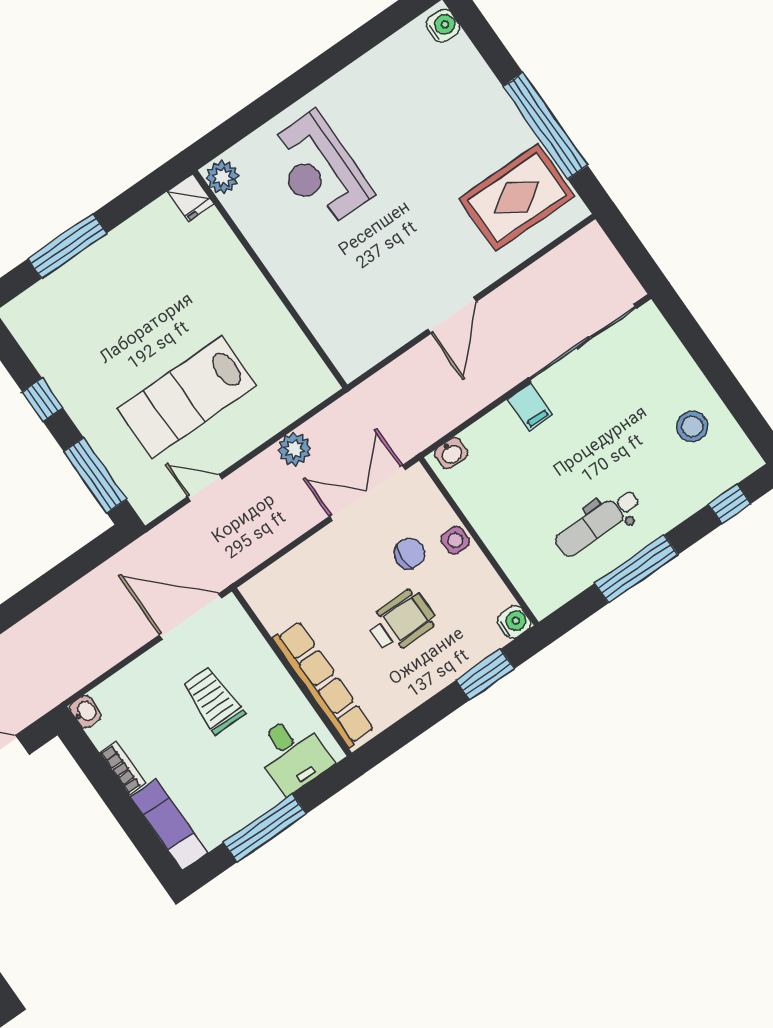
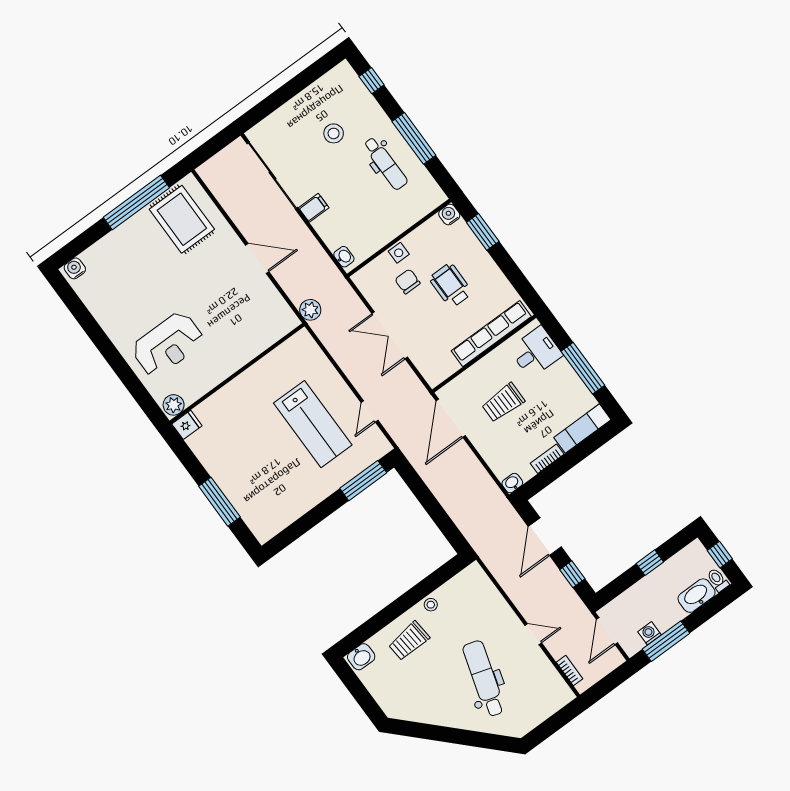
window: (43, 400) -> (317, 515), removed
stool: (692, 426) -> (334, 133), moved
plant: (294, 449) -> (310, 310), moved
double door: (368, 493) -> (390, 335), moved

